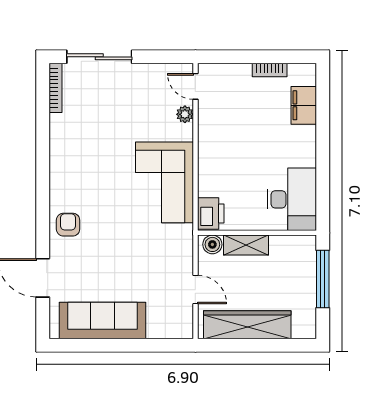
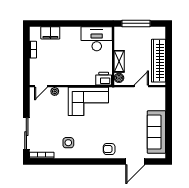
side table: (81, 142) -> (68, 143), added

